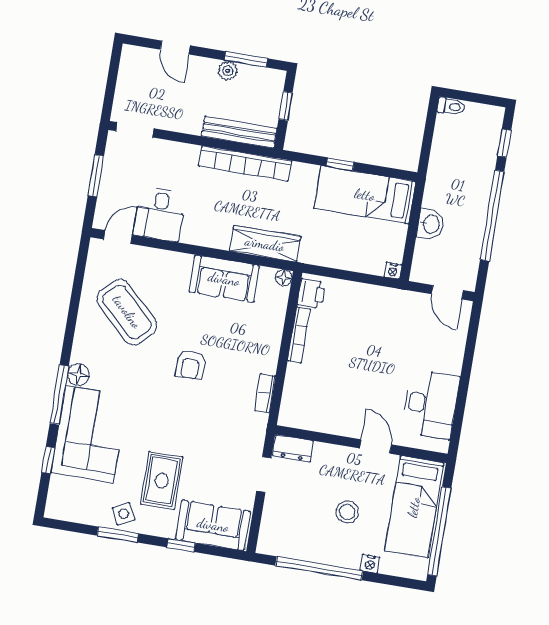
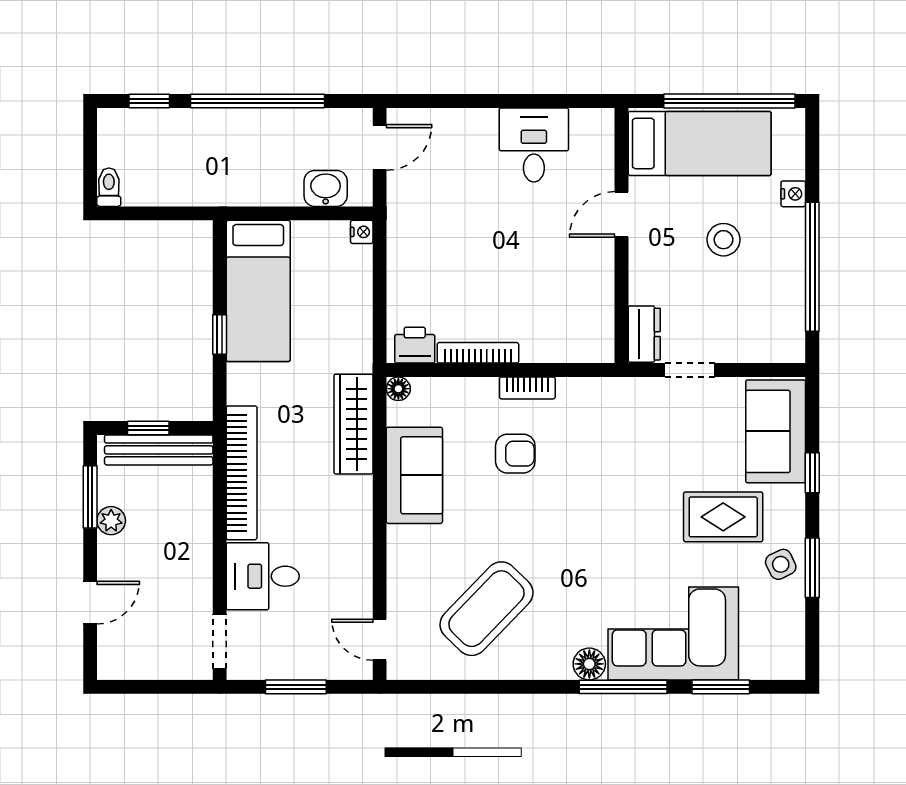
bench: (239, 132) -> (159, 450), moved, turned 90
desk: (159, 214) -> (263, 576), moved, turned 180
washbasin: (431, 224) -> (326, 188), moved
armchair: (190, 365) -> (515, 454), moved
bookcase: (265, 393) -> (527, 388), moved
desk: (430, 404) -> (534, 145), width x0.73
window: (48, 460) -> (721, 687), width x1.50

